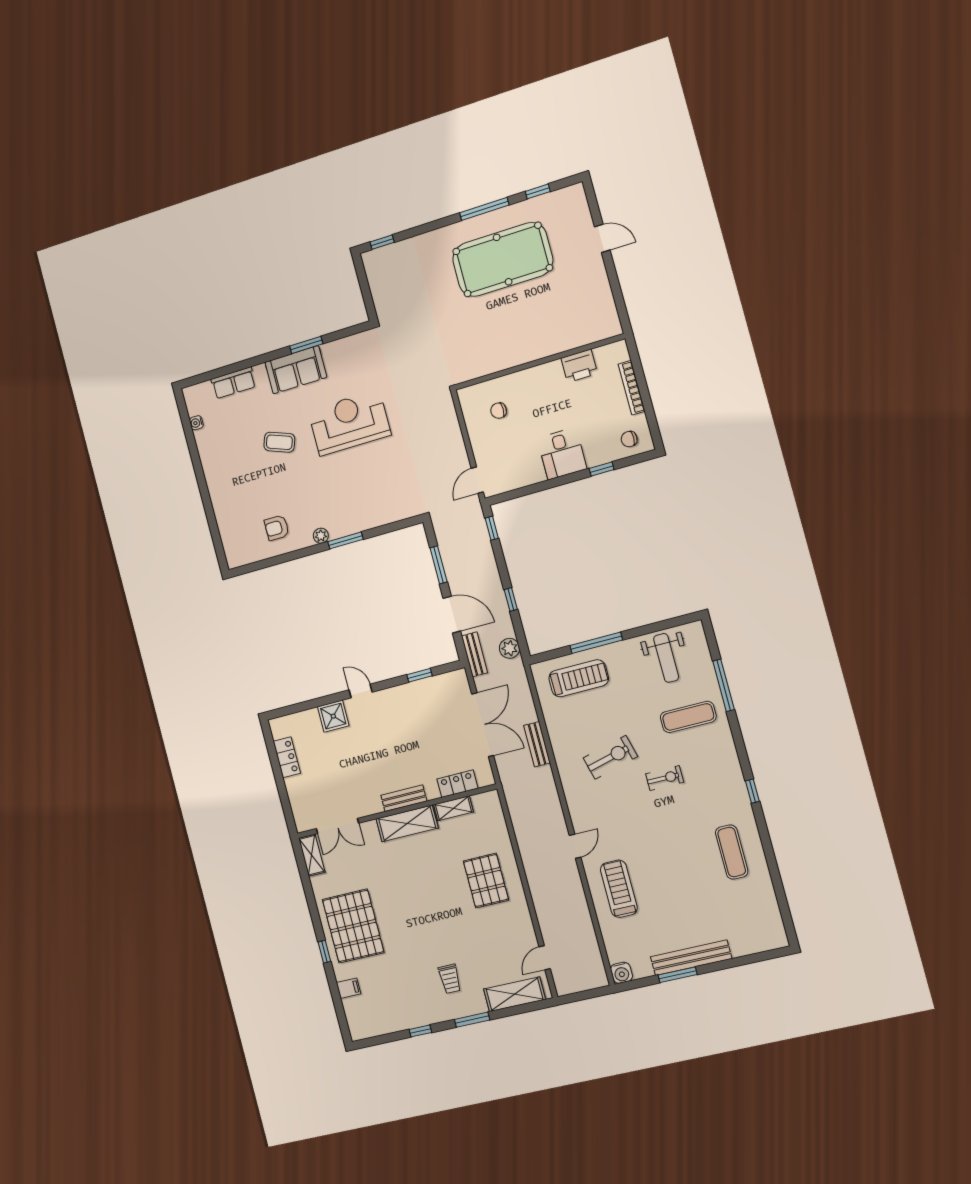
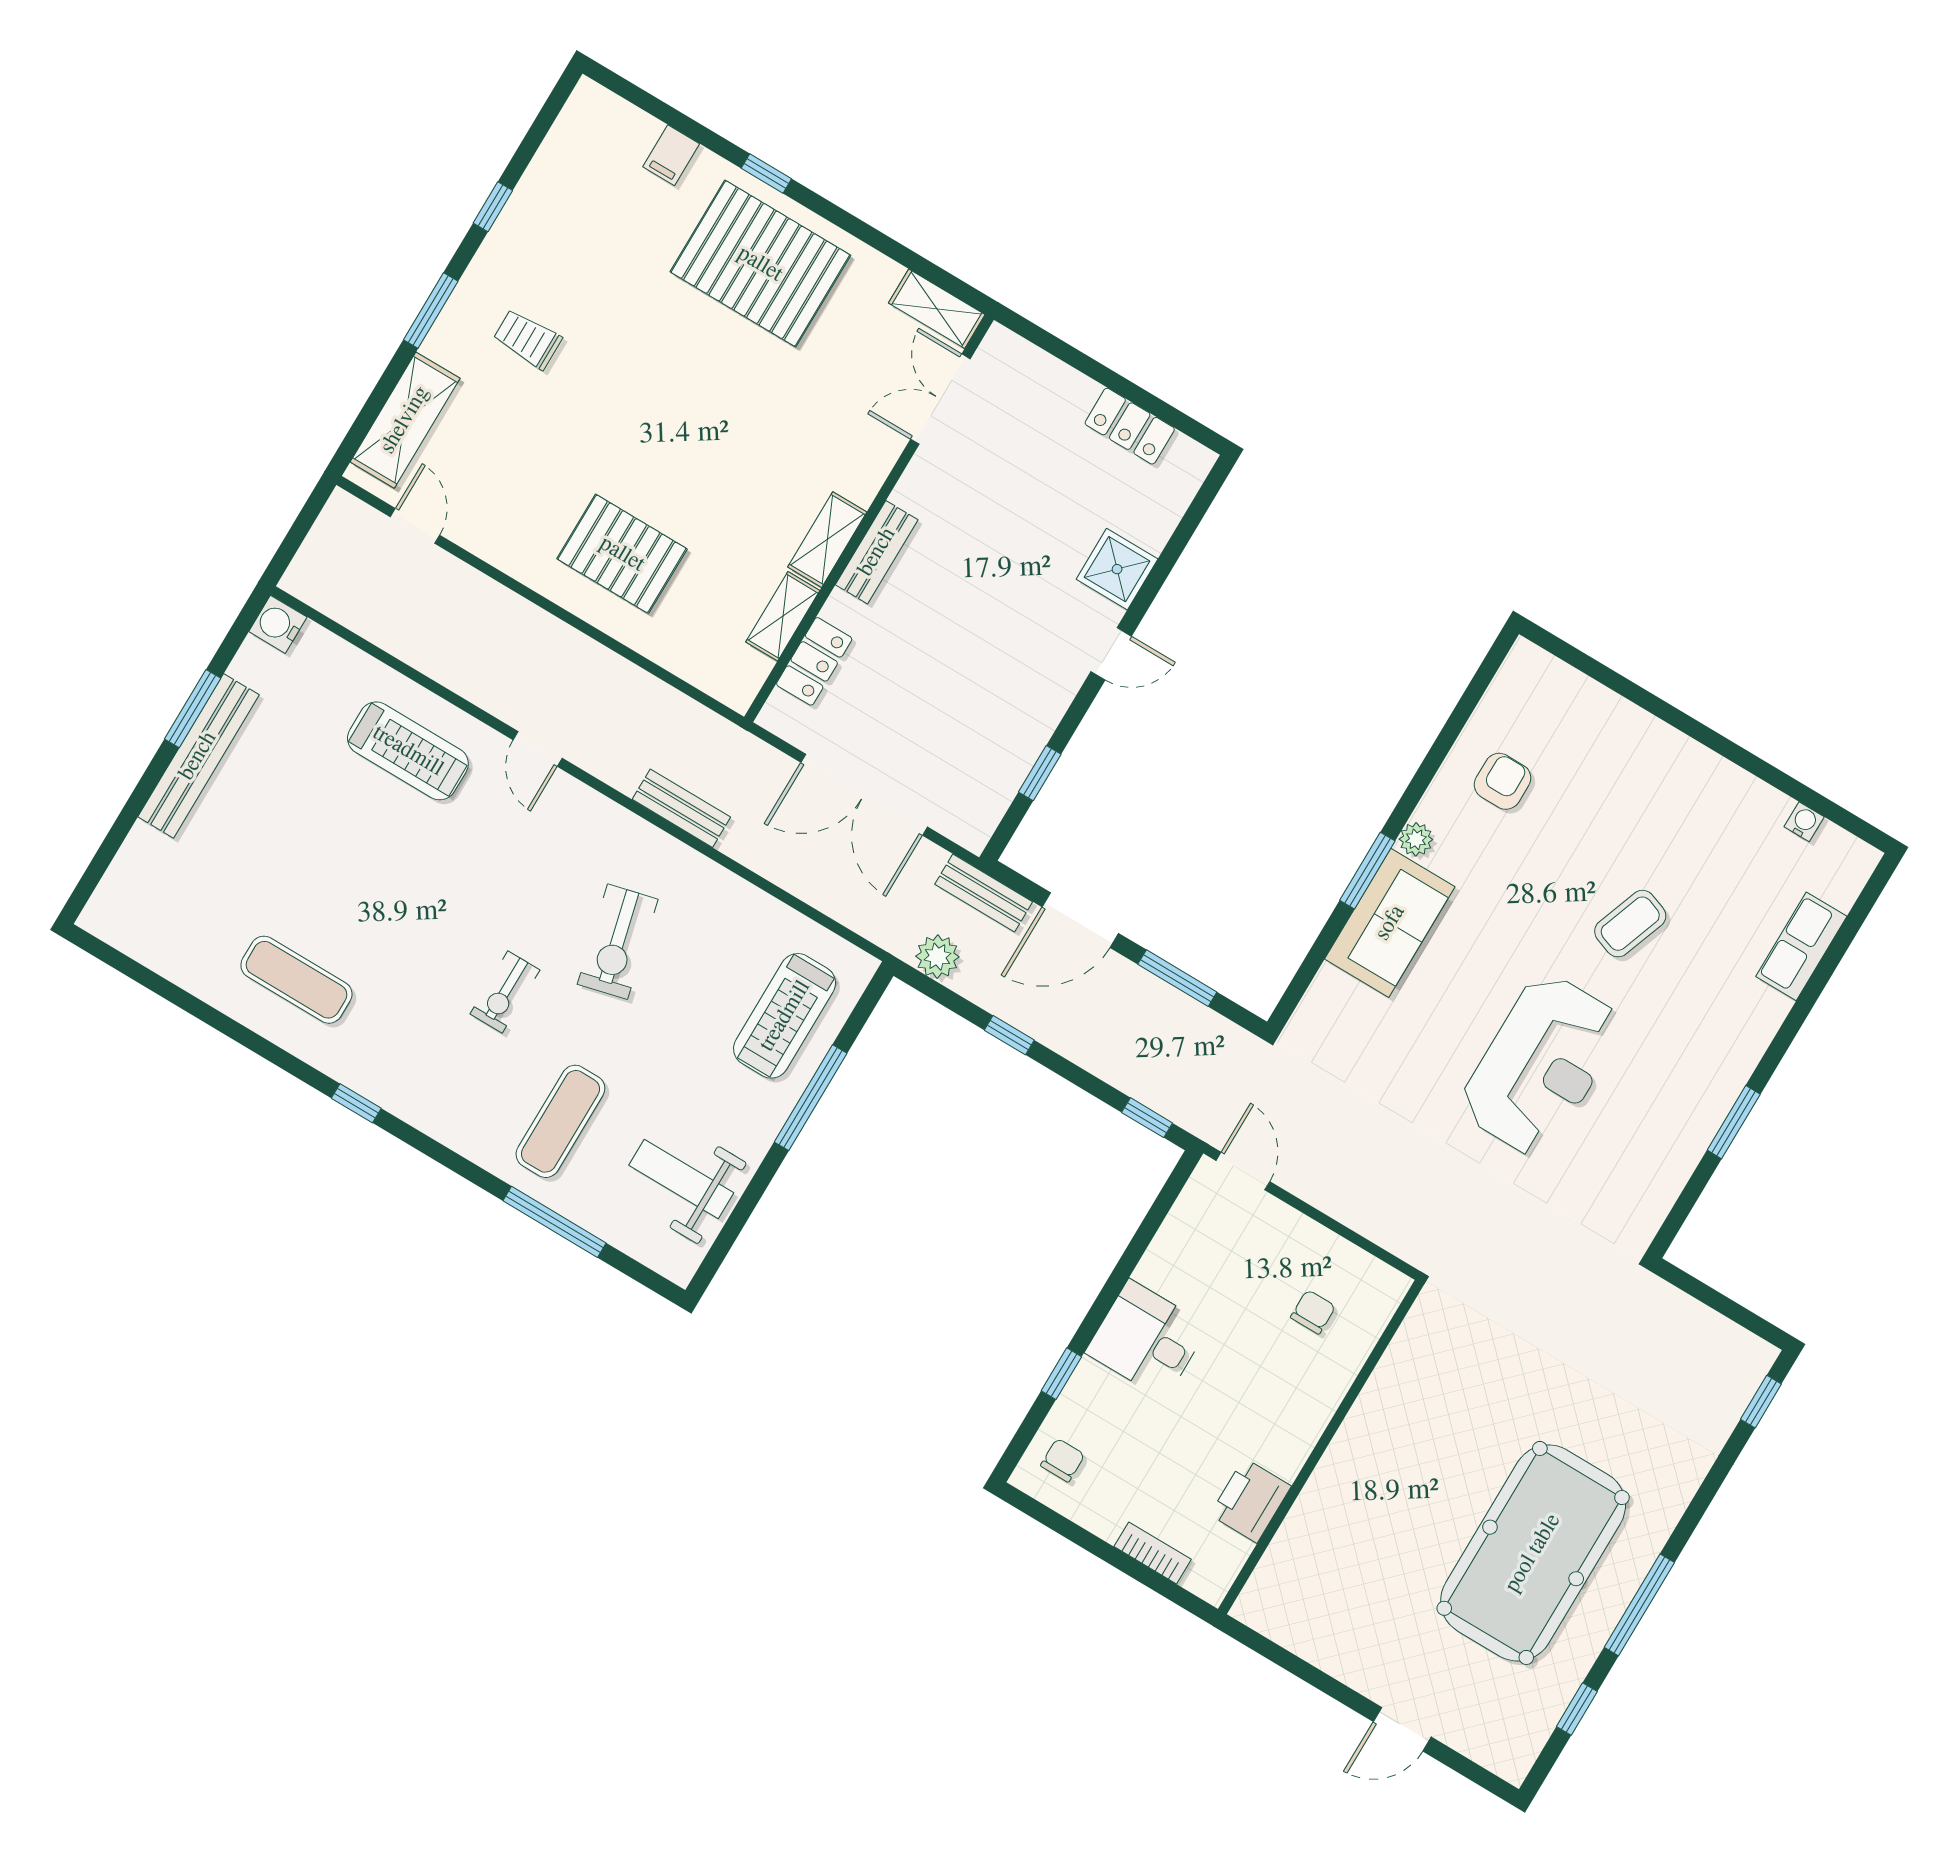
sofa: (296, 370) -> (1390, 923), moved, turned 180
bookcase: (632, 388) -> (1153, 1553), width x0.64
bench: (537, 744) -> (681, 808), moved
shelving: (407, 823) -> (827, 540), width x0.67, depth x0.75

